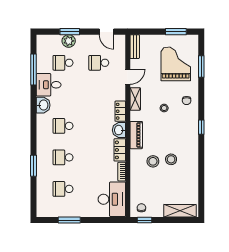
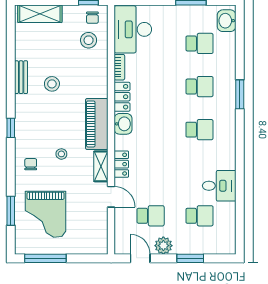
window: (176, 32) -> (45, 258), width x1.44
plant: (69, 41) -> (163, 246), moved
bench: (135, 47) -> (21, 77), moved
window: (34, 69) -> (240, 207), removed
door: (128, 77) -> (111, 197), swing flipped
washbasin: (43, 105) -> (227, 21), moved
locker: (120, 111) -> (121, 164), moved
piano: (136, 135) -> (97, 124), width x1.37, depth x1.33
stool: (153, 161) -> (89, 40), moved
window: (34, 166) -> (240, 94), moved

